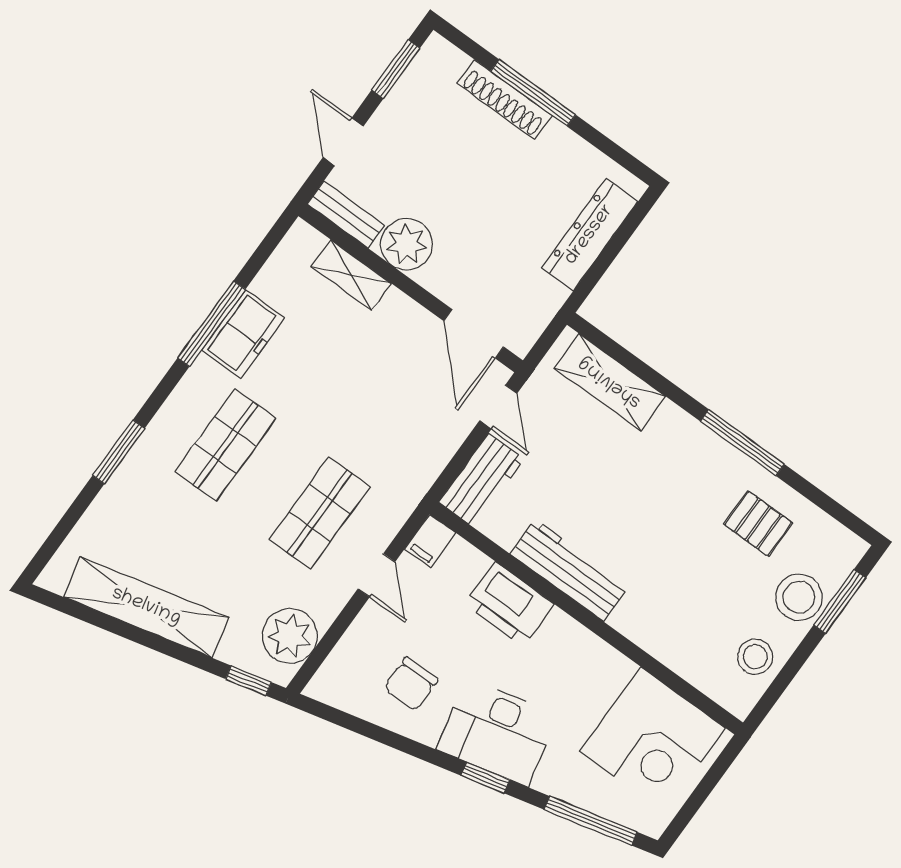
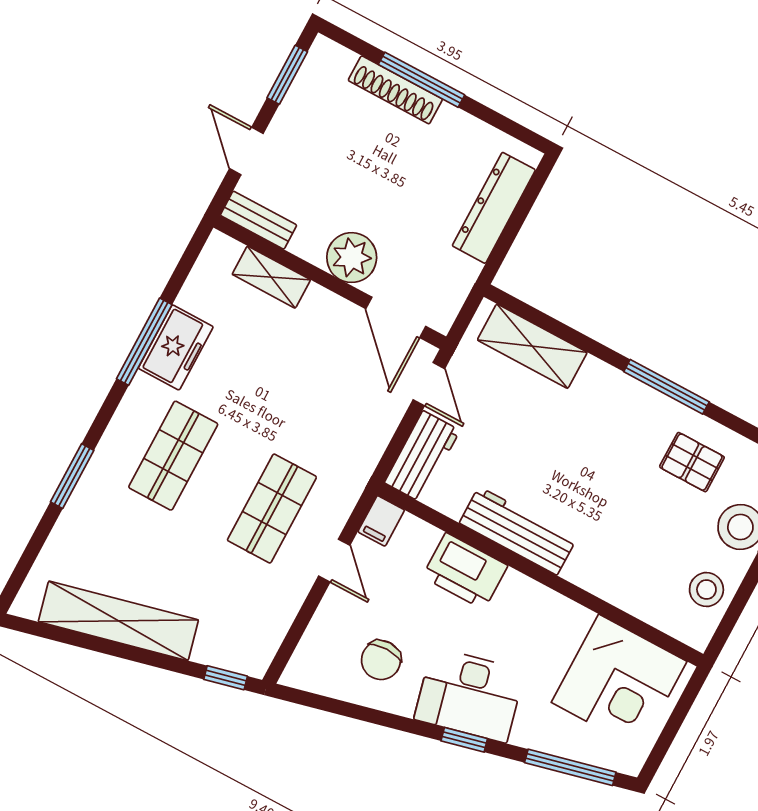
plant: (407, 244) -> (352, 258), moved
plant: (290, 636) -> (259, 630), removed

